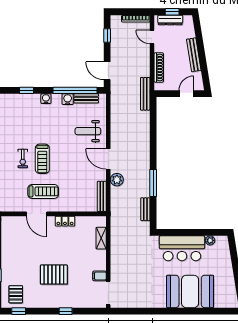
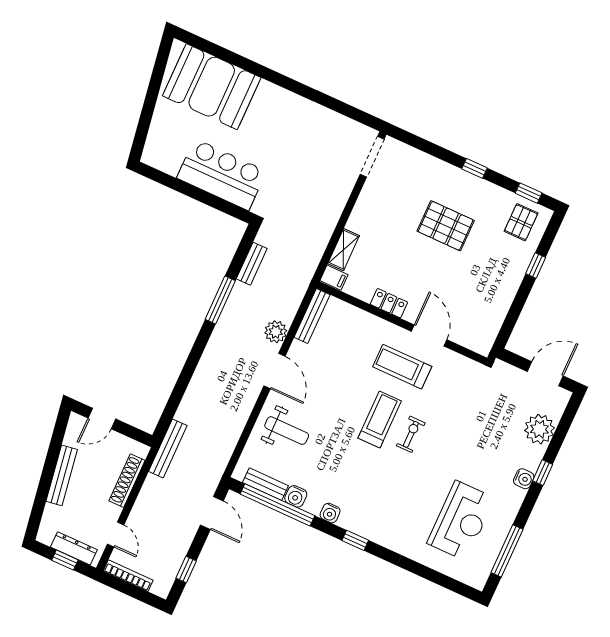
plant: (210, 240) -> (171, 167), removed
filing cabinet: (99, 276) -> (334, 278), moved
booth: (190, 291) -> (212, 87), moved
window: (66, 311) -> (475, 168), moved

